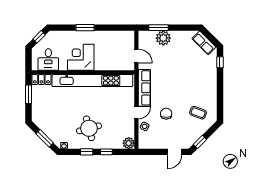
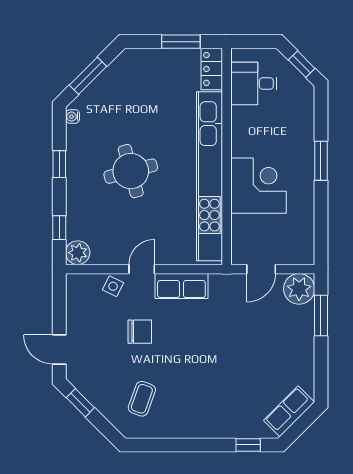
plant: (163, 38) -> (299, 289), moved
corner desk: (81, 57) -> (259, 186), moved
row of seats: (144, 88) -> (181, 286), width x0.68
door: (136, 113) -> (142, 269), swing flipped
round table: (89, 128) -> (131, 171), moved
window: (106, 152) -> (59, 228), moved

